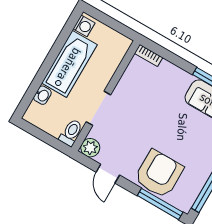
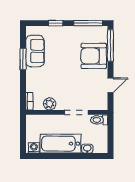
plant: (90, 148) -> (50, 104), moved

